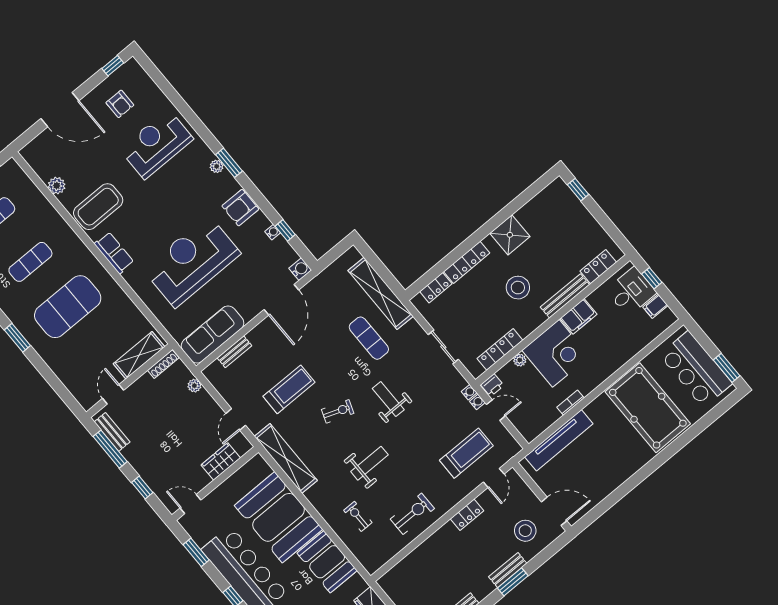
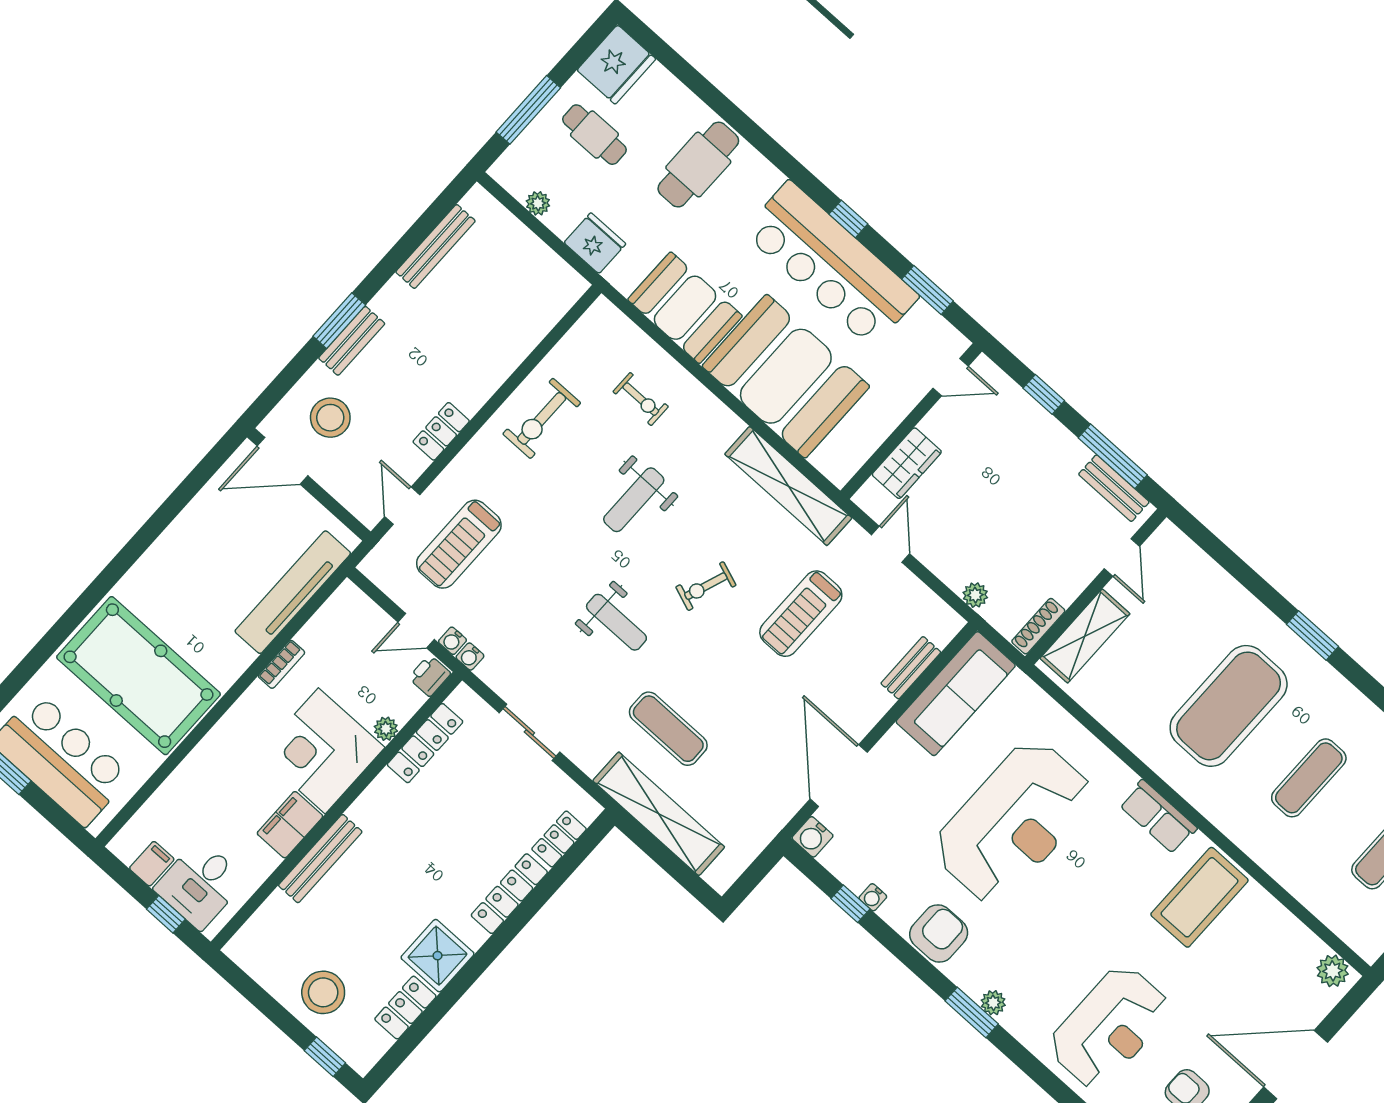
plant: (57, 186) -> (1333, 971), moved
locker: (598, 267) -> (405, 1008), moved, turned 180
stool: (518, 288) -> (323, 992), moved

